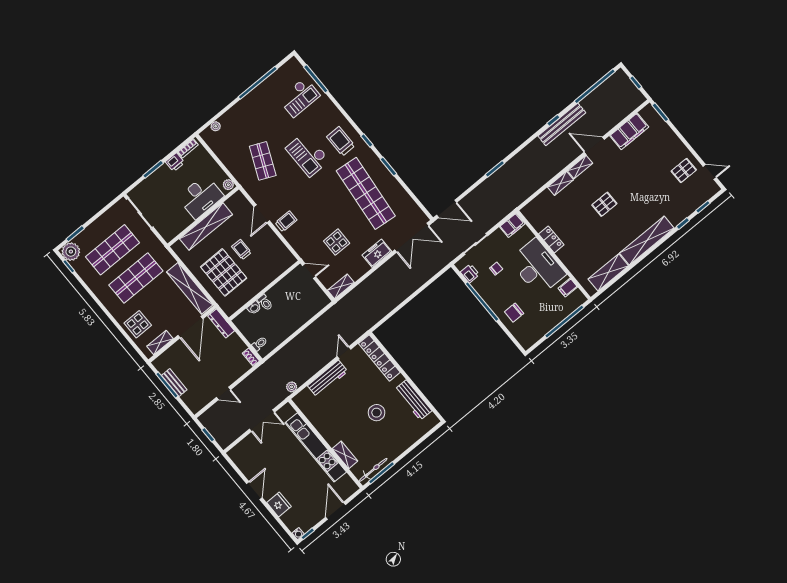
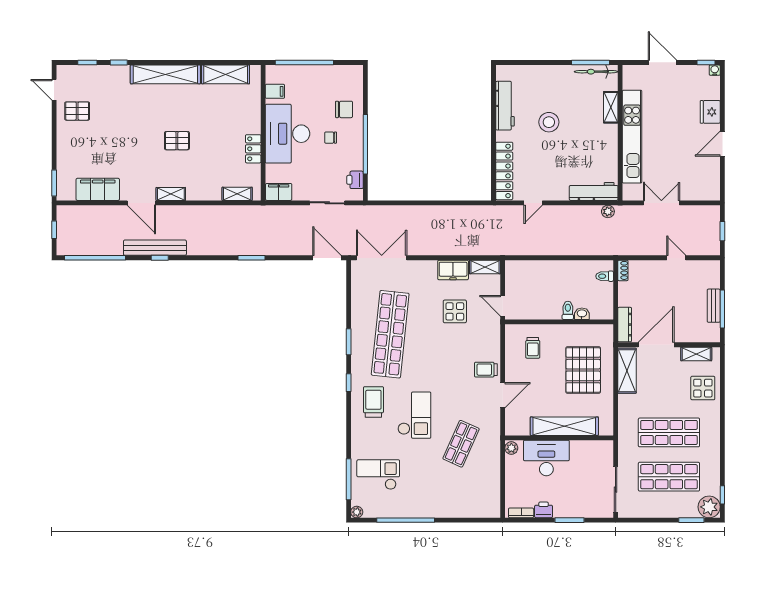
plant: (216, 126) -> (357, 512), moved
trolley: (341, 141) -> (373, 402), turned 180
shelving: (560, 183) -> (237, 194), moved
trolley: (241, 250) -> (533, 348), moved
freezer: (377, 253) -> (453, 270), moved
chair: (496, 269) -> (331, 138), moved
shelving: (190, 288) -> (627, 371), width x0.68
workbench: (328, 379) -> (594, 191), moved
door: (336, 511) -> (662, 62), swing flipped

